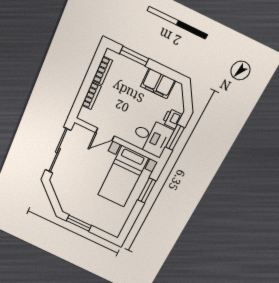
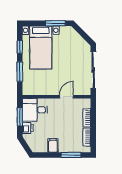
filing cabinet: (158, 84) -> (53, 145), width x0.50
bed with nightstands: (123, 177) -> (41, 48), moved, turned 180
window: (133, 217) -> (20, 47), added

